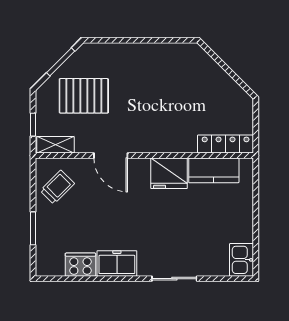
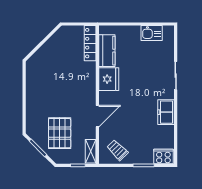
kitchen sink: (241, 260) -> (152, 33), moved
cooker: (80, 265) -> (163, 157), moved, turned 90

